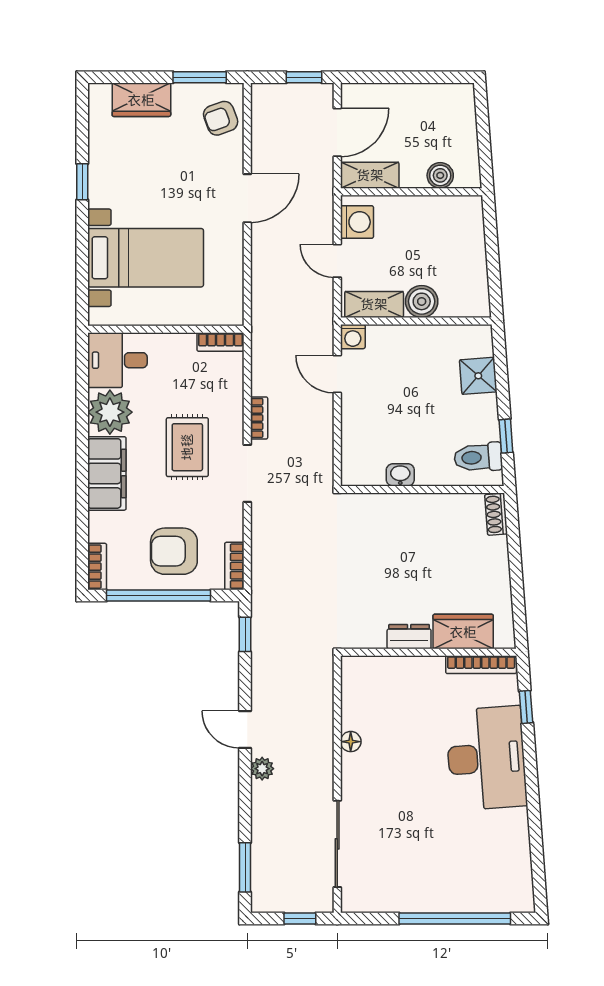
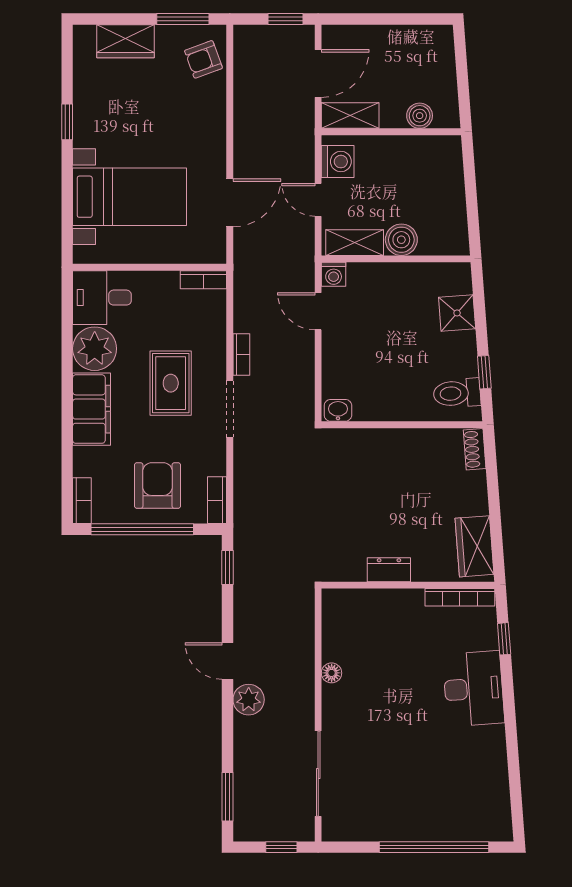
door: (247, 198) -> (230, 203), moved
washbasin: (400, 475) -> (338, 410), moved
armchair: (174, 551) -> (157, 486), turned 90
wardrobe: (463, 632) -> (475, 546), moved, turned -94
desk: (486, 758) -> (474, 689), width x0.73, depth x0.77
plant: (262, 769) -> (249, 700), width x1.38, depth x1.38

